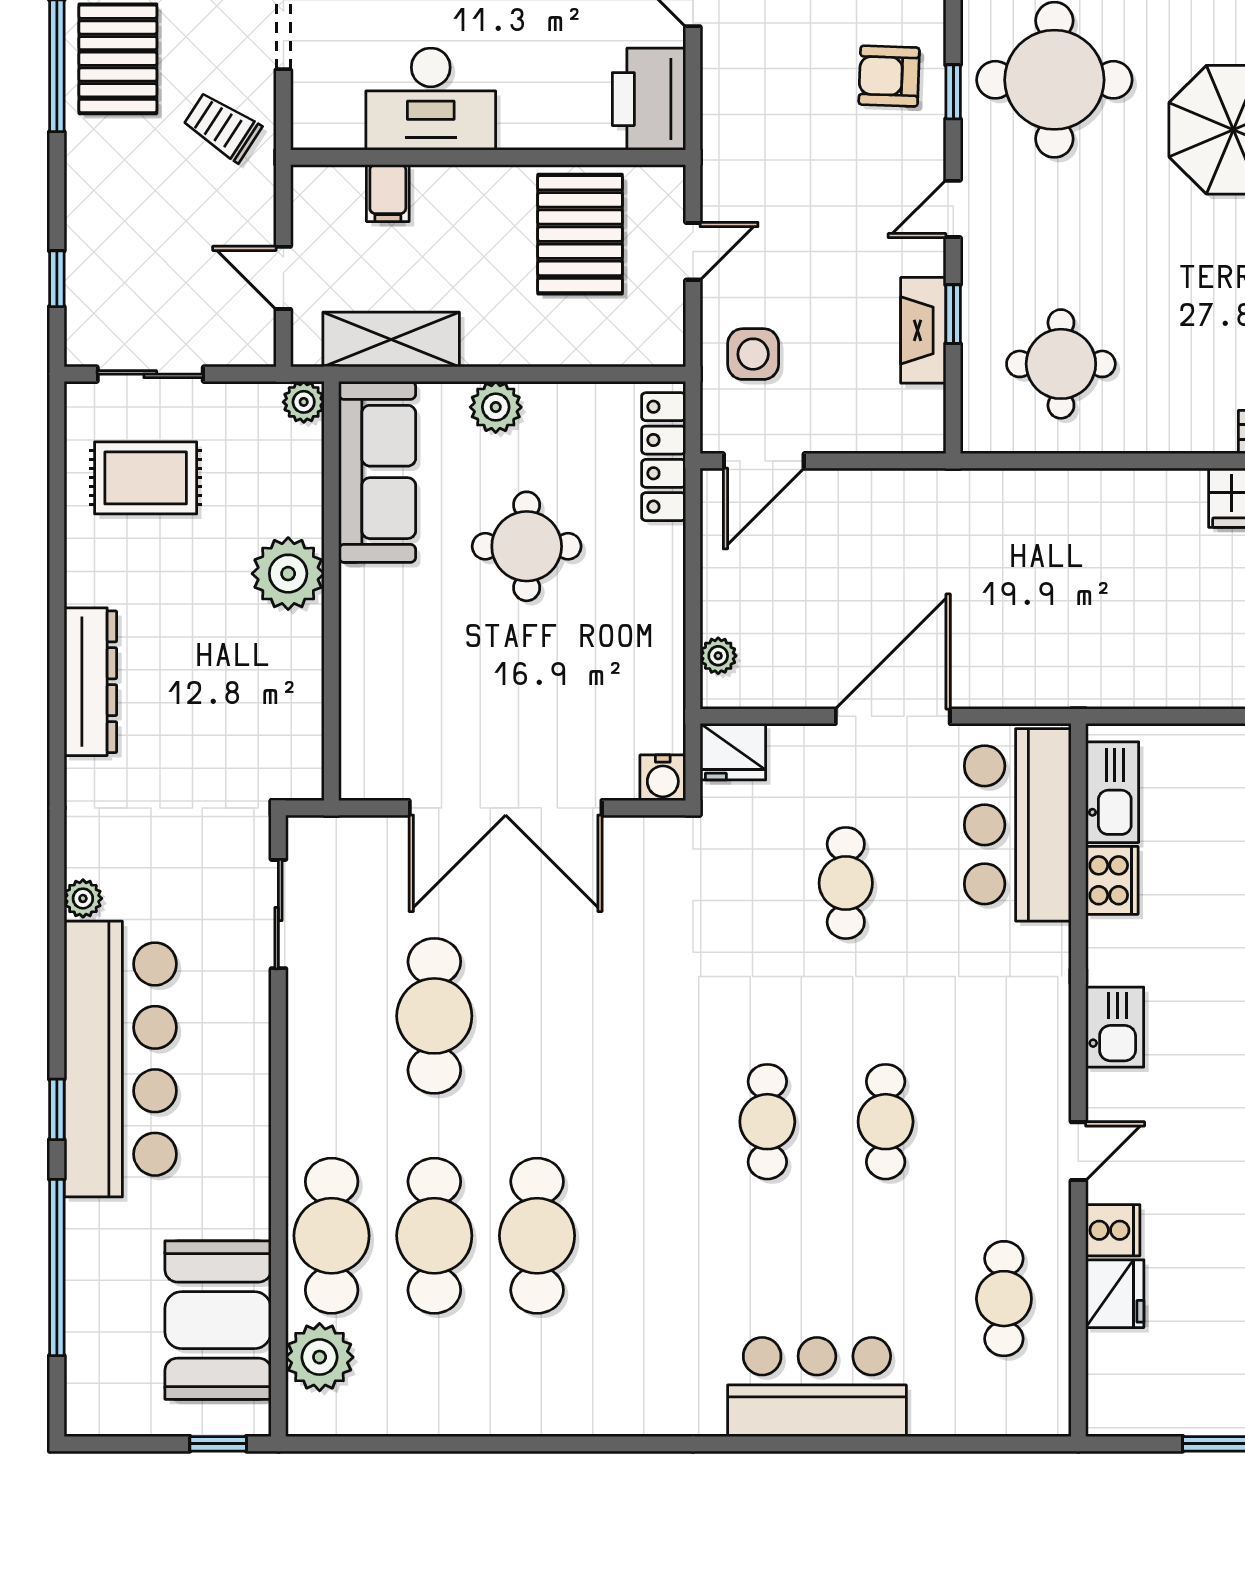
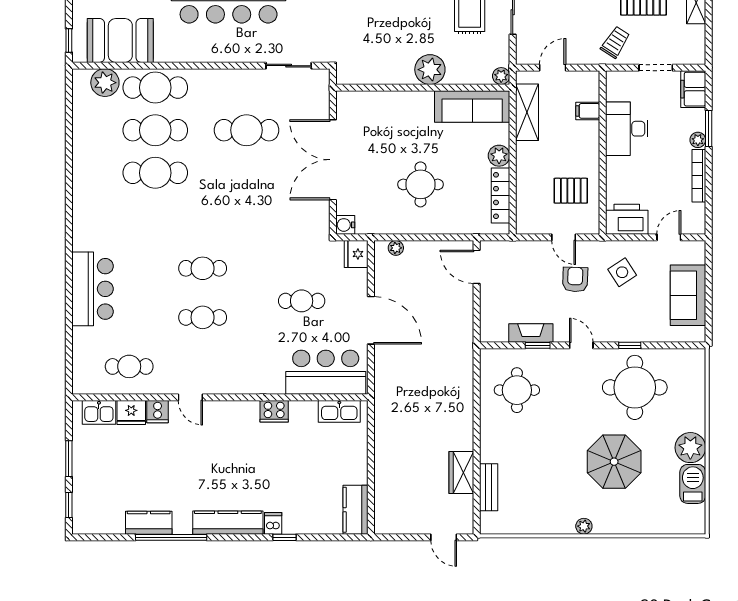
armchair: (889, 76) -> (575, 279), moved
pallet: (580, 234) -> (571, 191), width x0.67, depth x0.71
side table: (753, 354) -> (622, 272), moved, turned -33
locker: (664, 457) -> (501, 196), moved, turned -90
round table: (527, 546) -> (421, 184), moved
cooker: (1112, 880) -> (274, 411), moved
kitchen sink: (1115, 1027) -> (99, 412), moved

